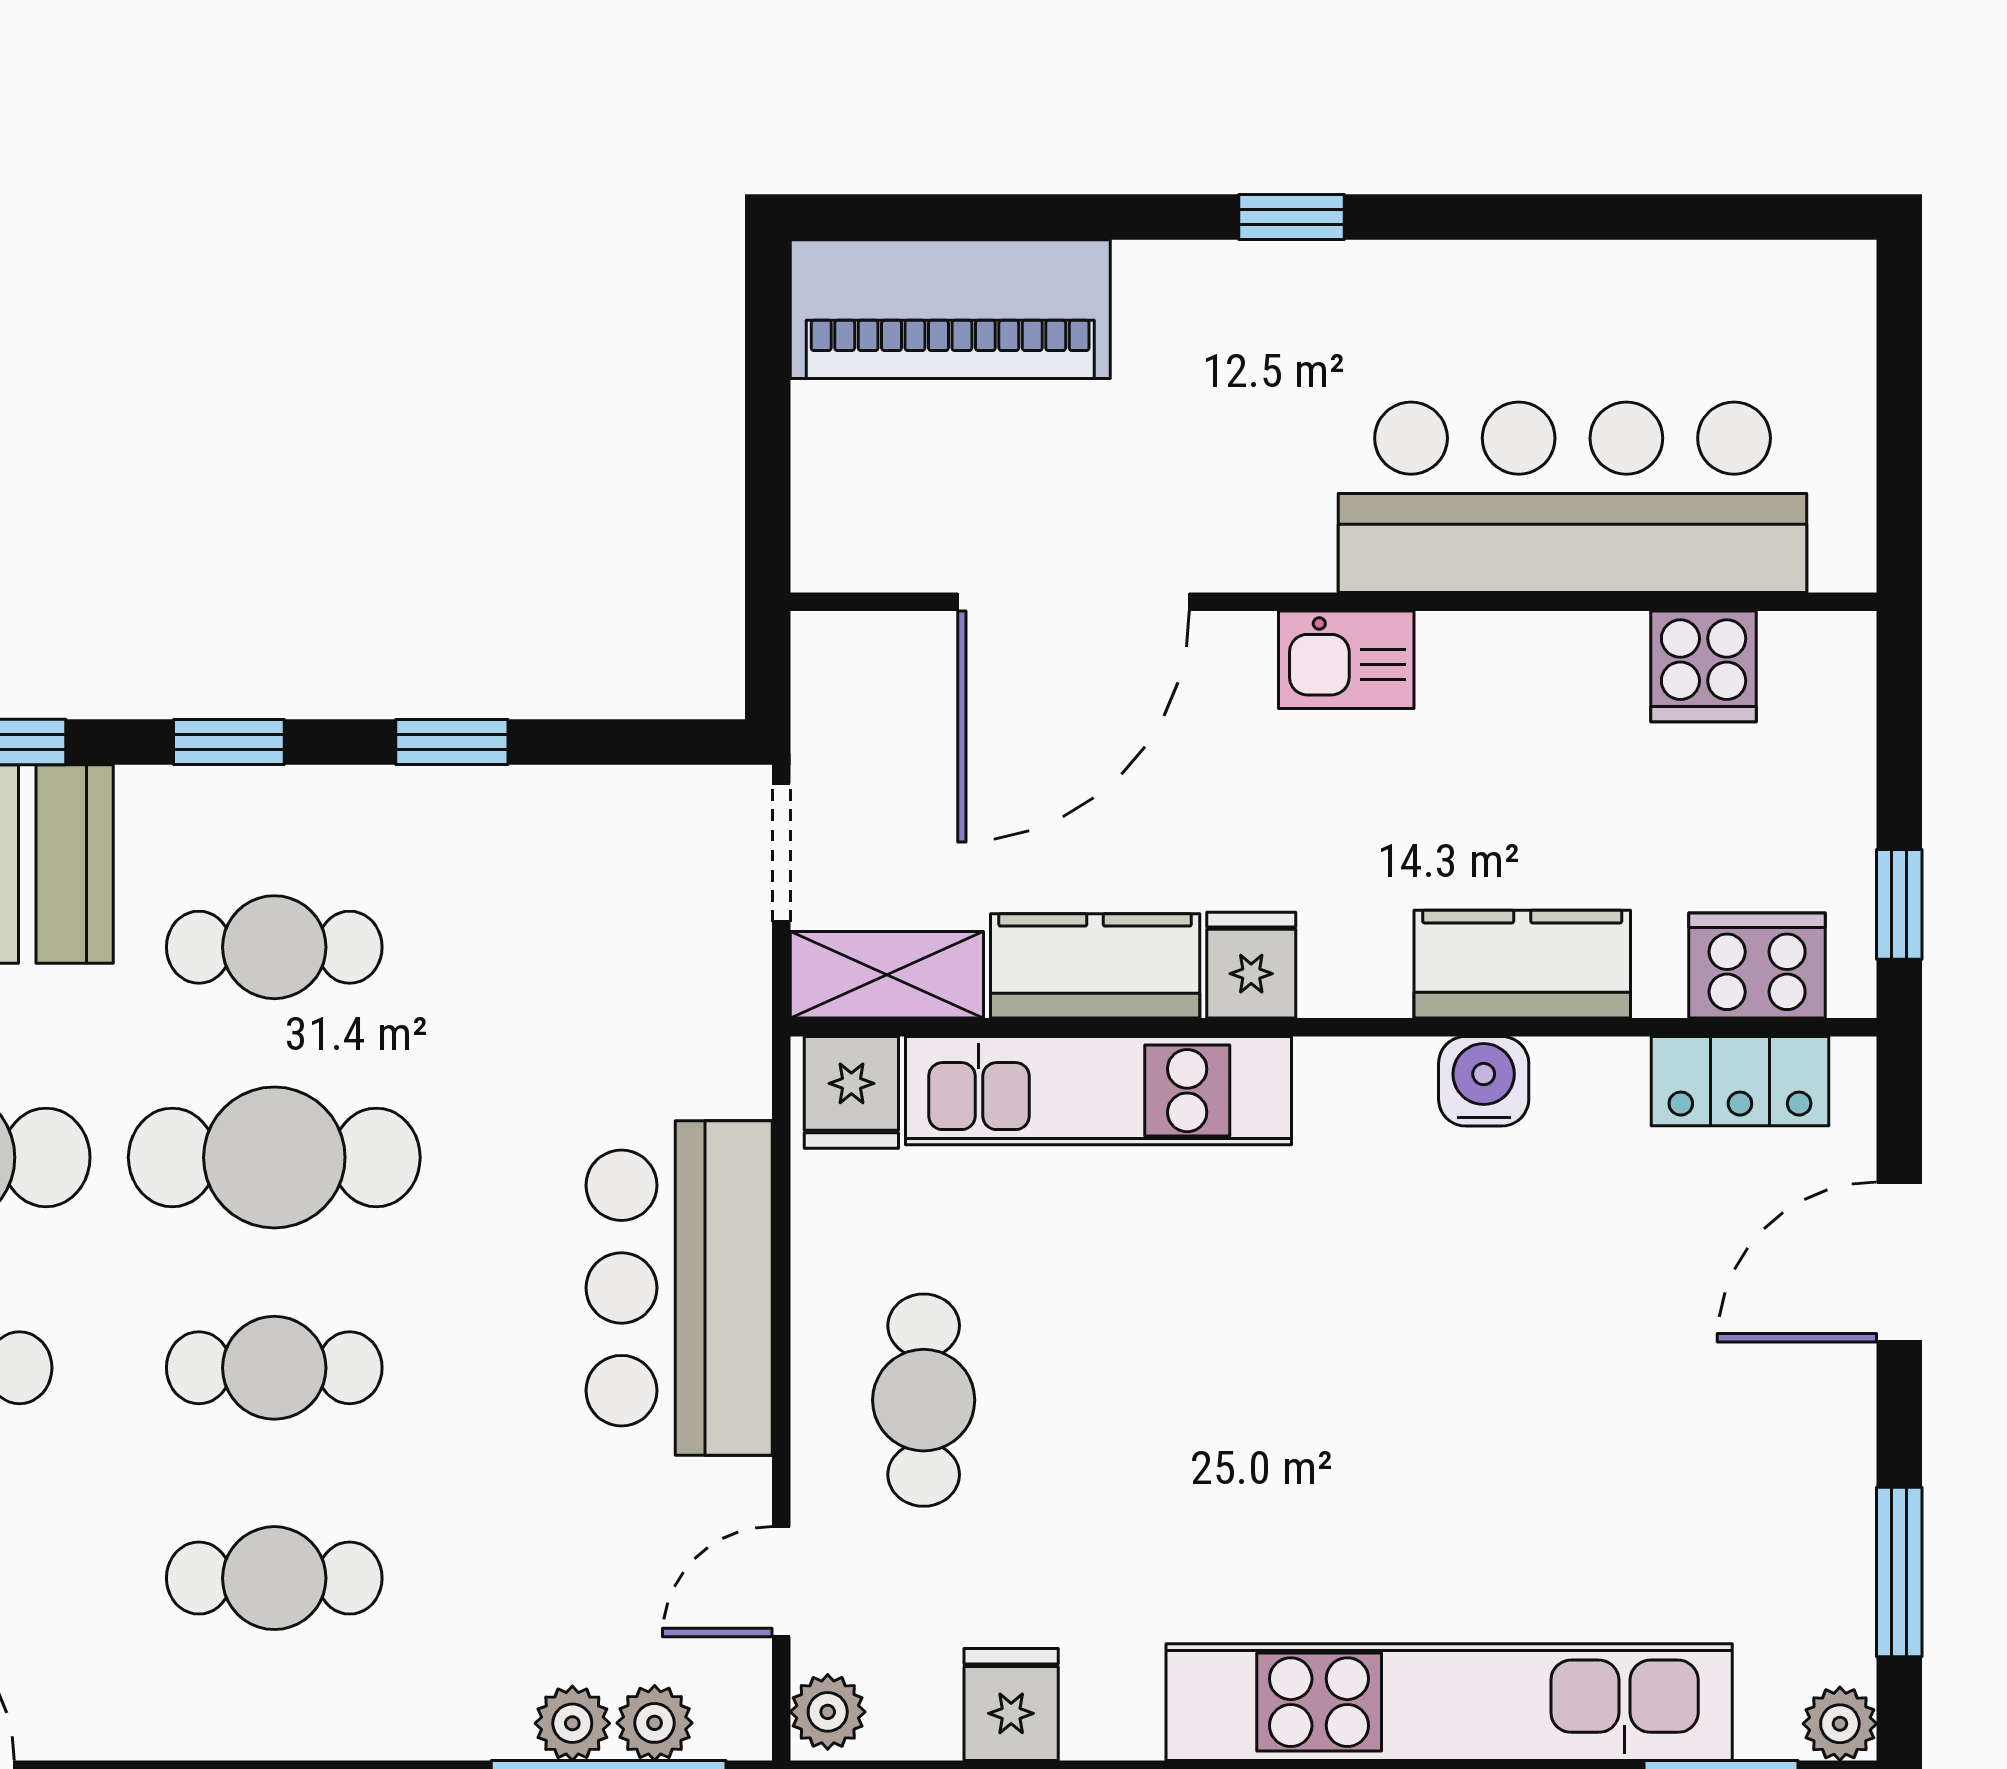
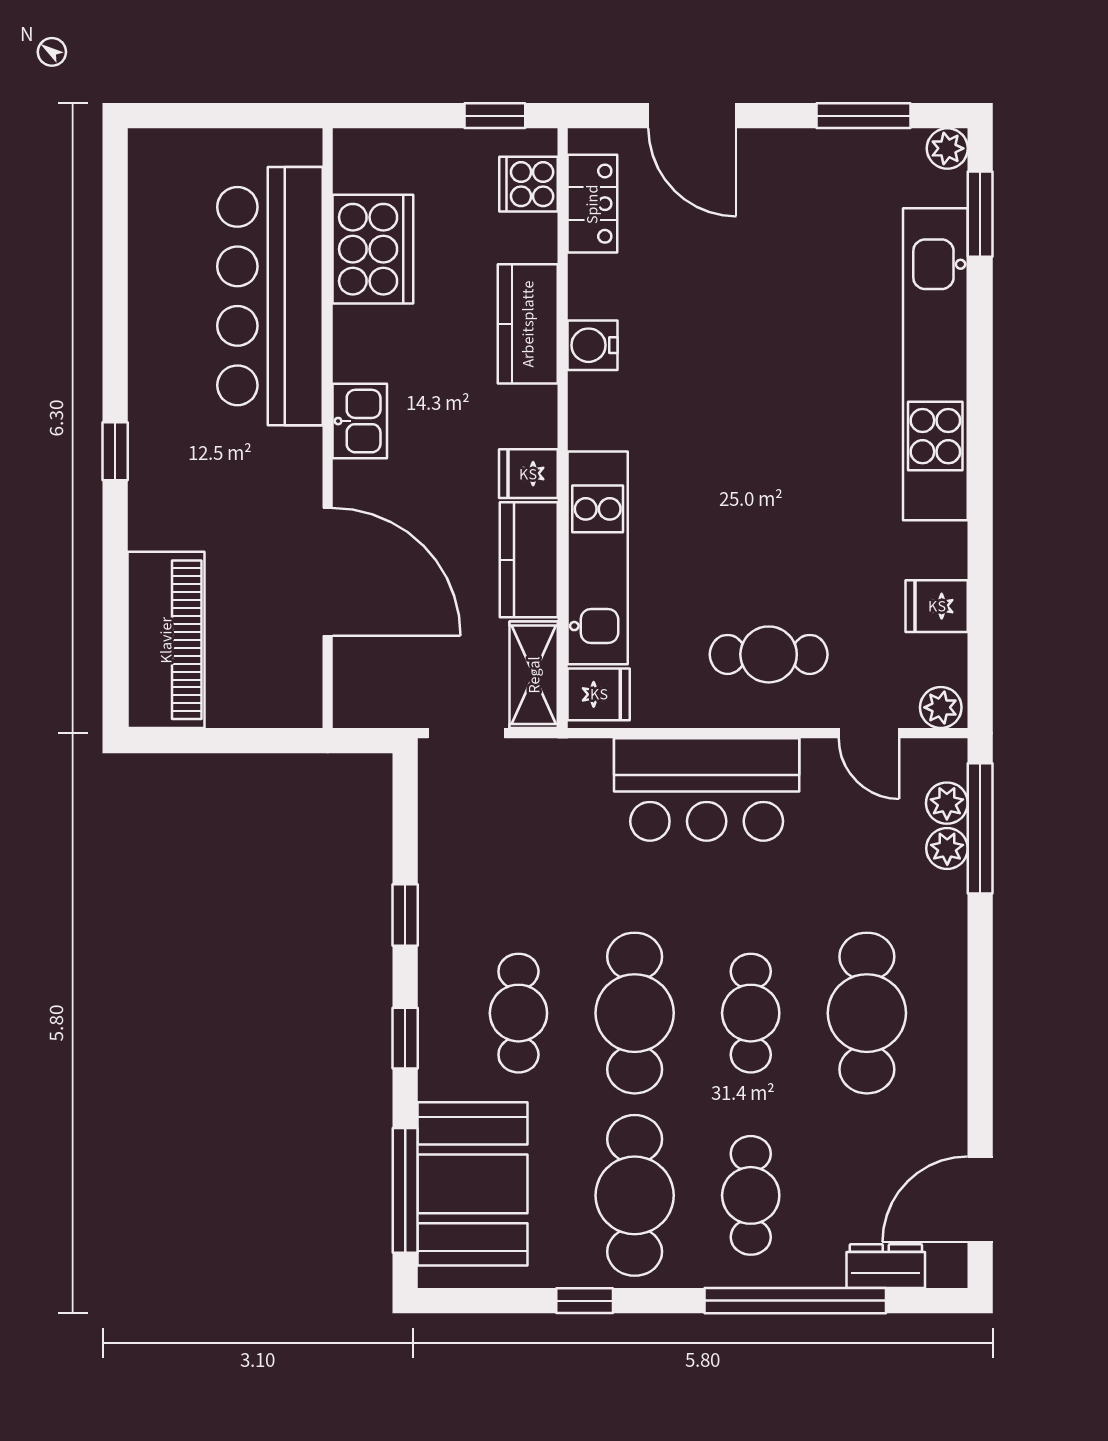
cooker: (1704, 666) -> (373, 249), width x1.87, depth x1.31
cooker: (1757, 965) -> (529, 184), width x0.73
cafe table: (274, 1578) -> (867, 1013), width x1.37, depth x1.35

